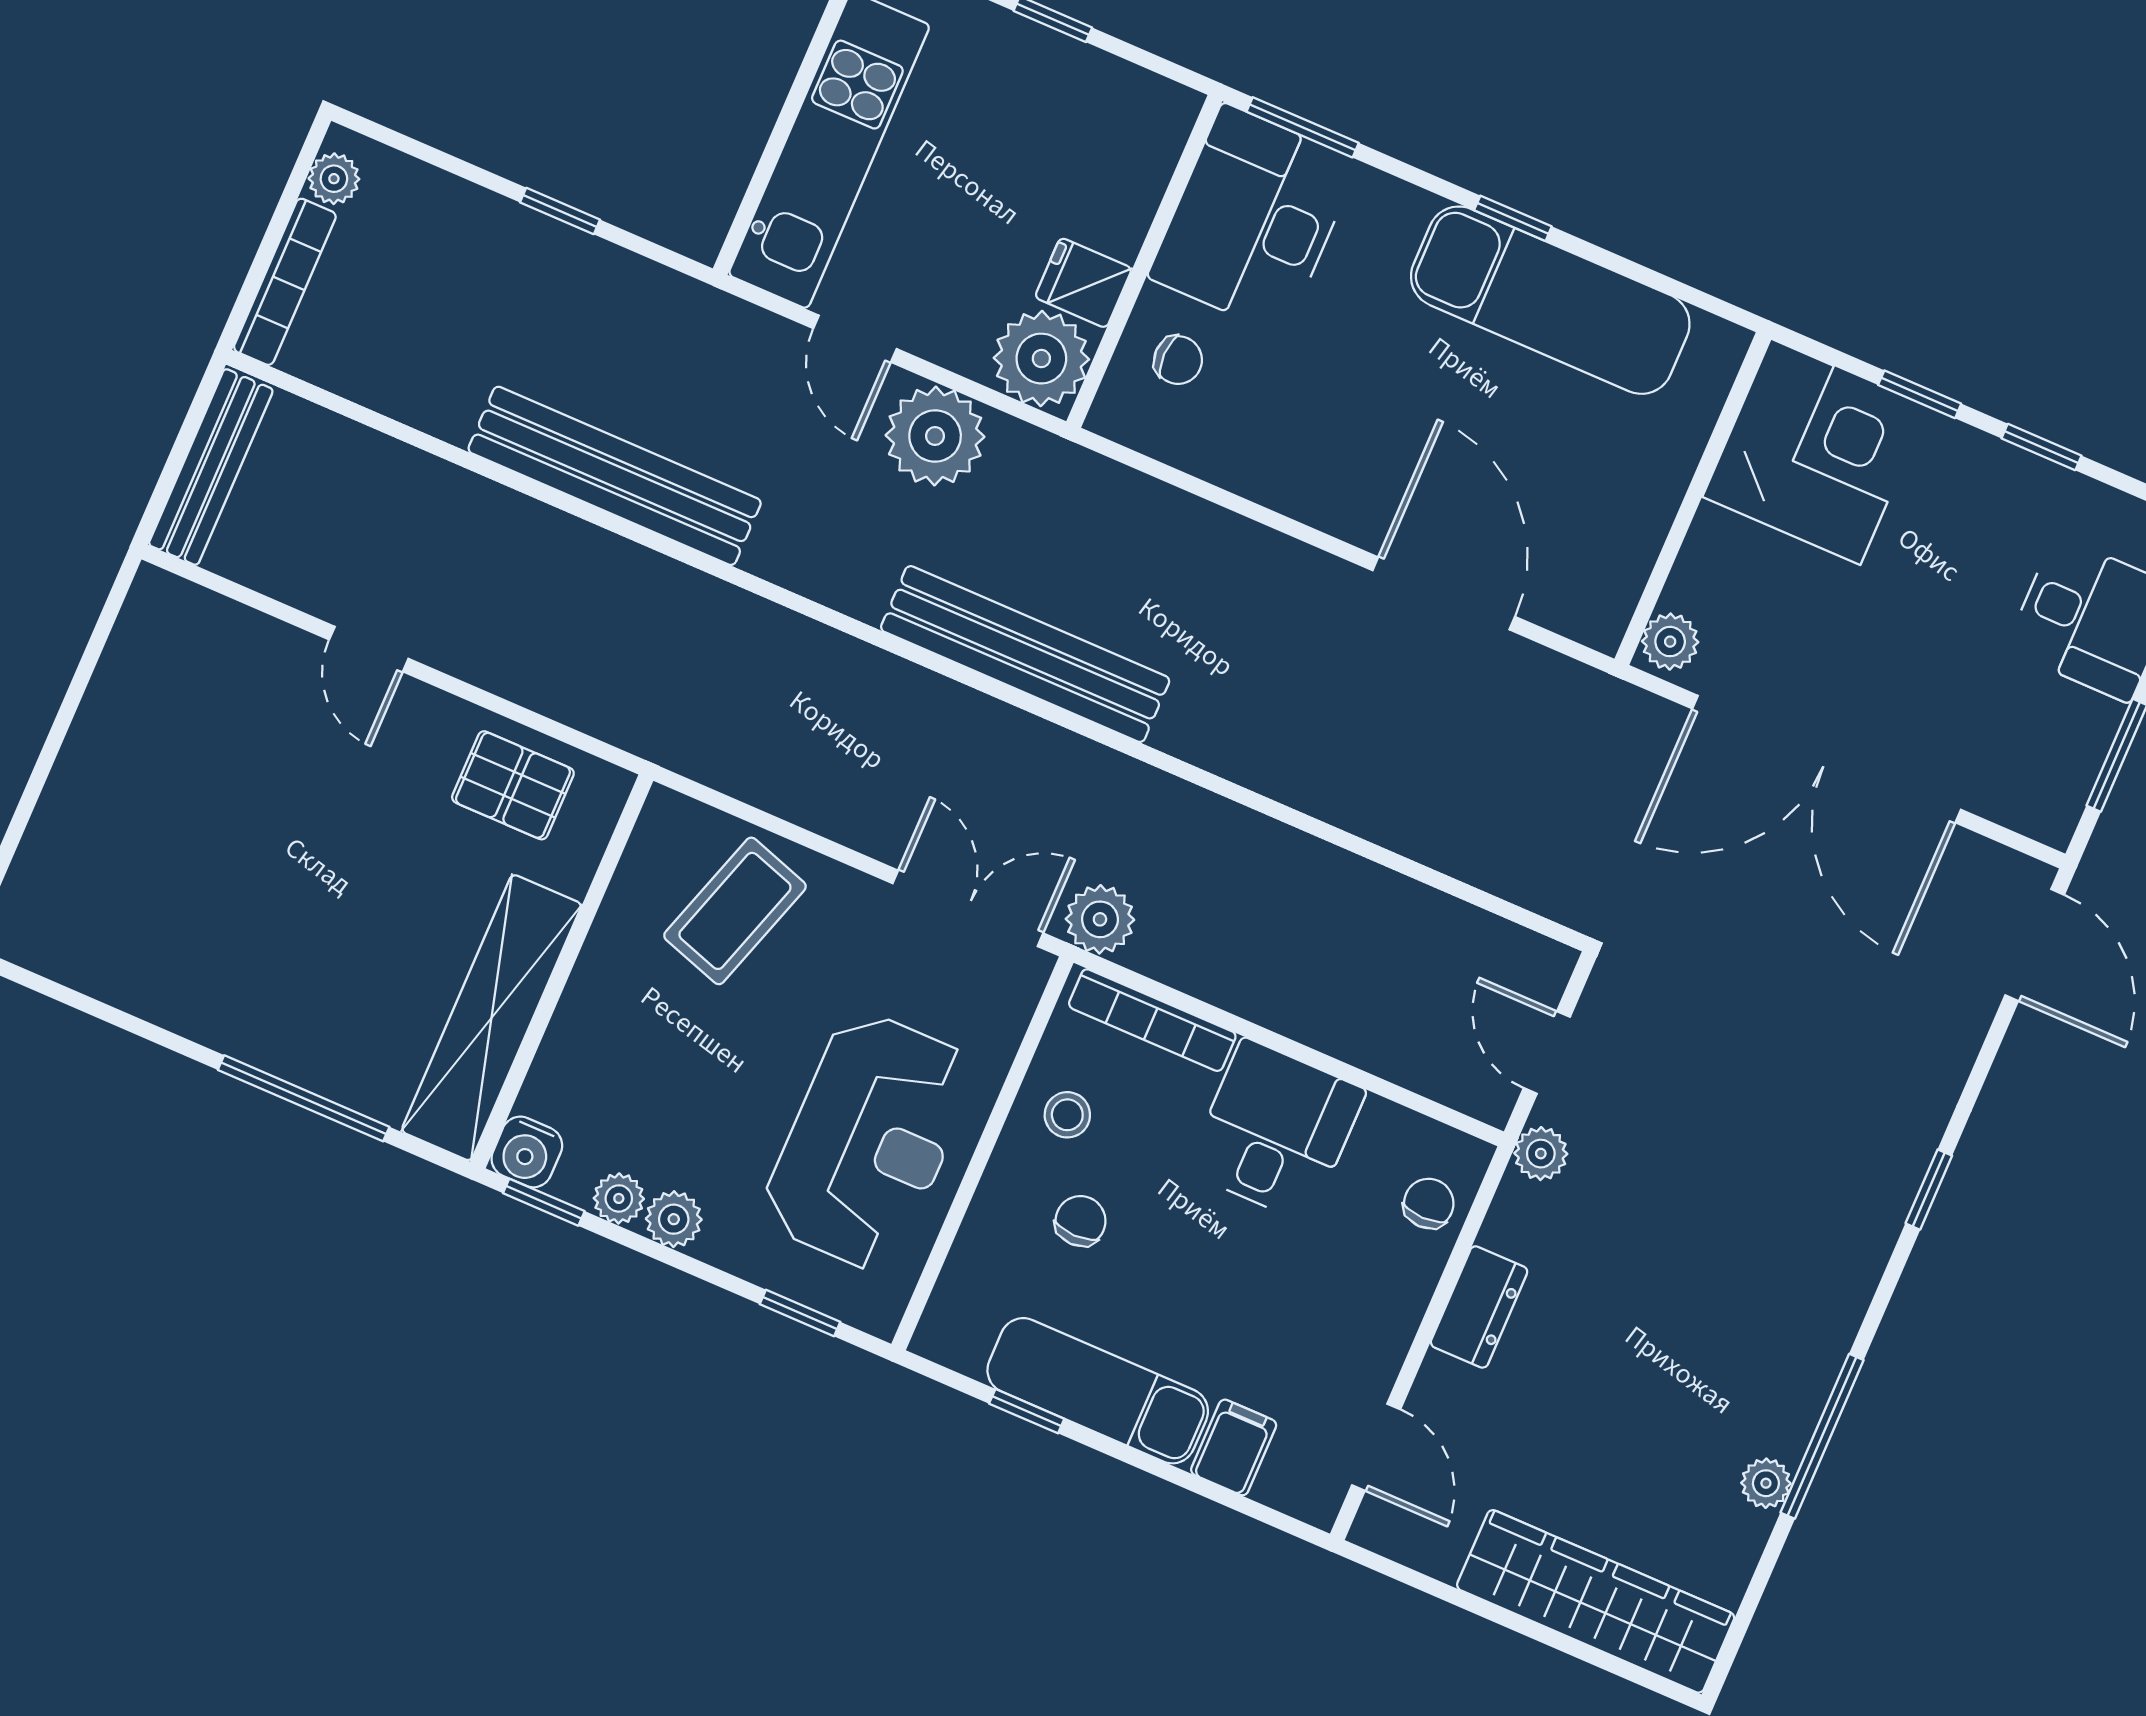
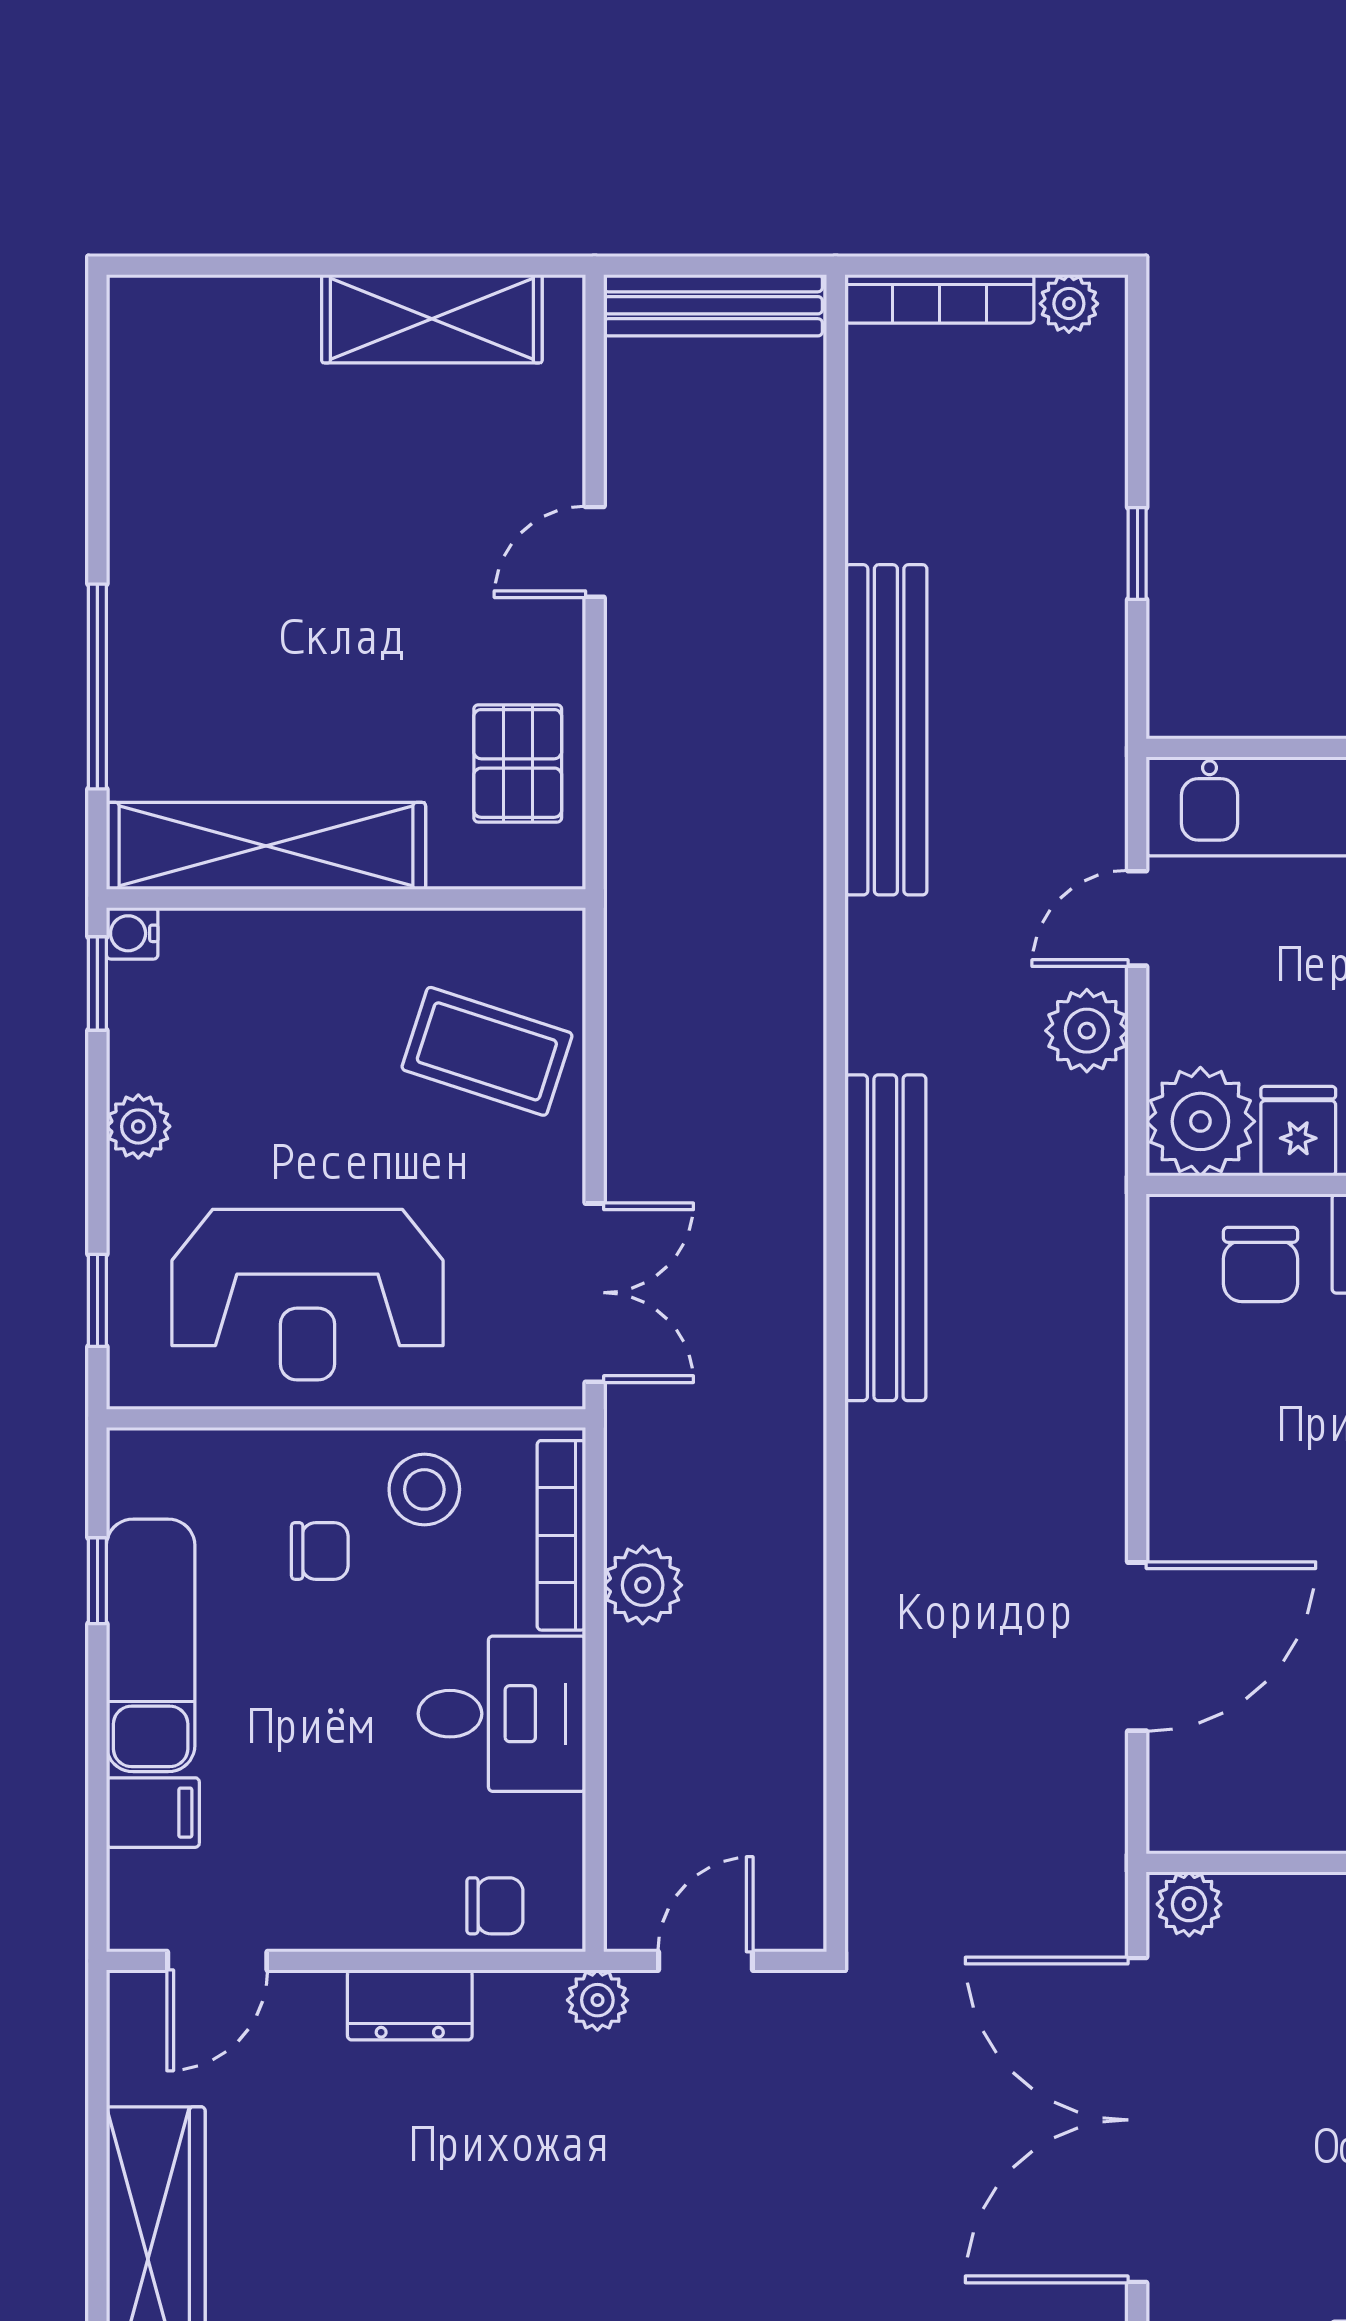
chair: (1178, 360) -> (1260, 1265), width x1.37, depth x1.37
plant: (935, 436) -> (1087, 1031), width x0.73, depth x0.73
shelving: (123, 699) -> (432, 319), added
plant: (1100, 919) -> (643, 1585), moved
stool: (1067, 1115) -> (424, 1489), width x1.37, depth x1.37
water cooler: (527, 1152) -> (132, 933), width x0.72, depth x0.72
plant: (619, 1198) -> (135, 1060), removed

